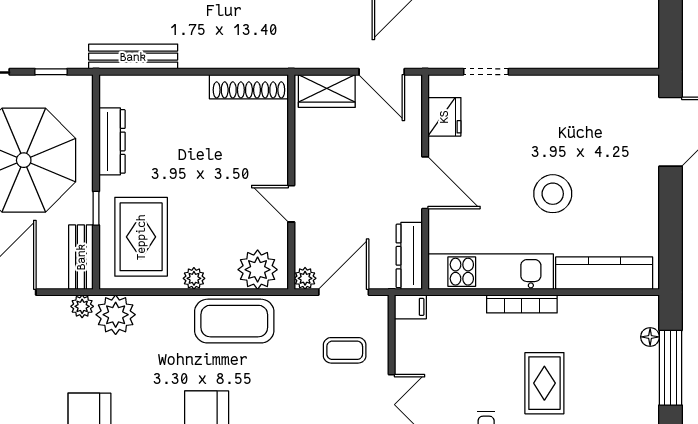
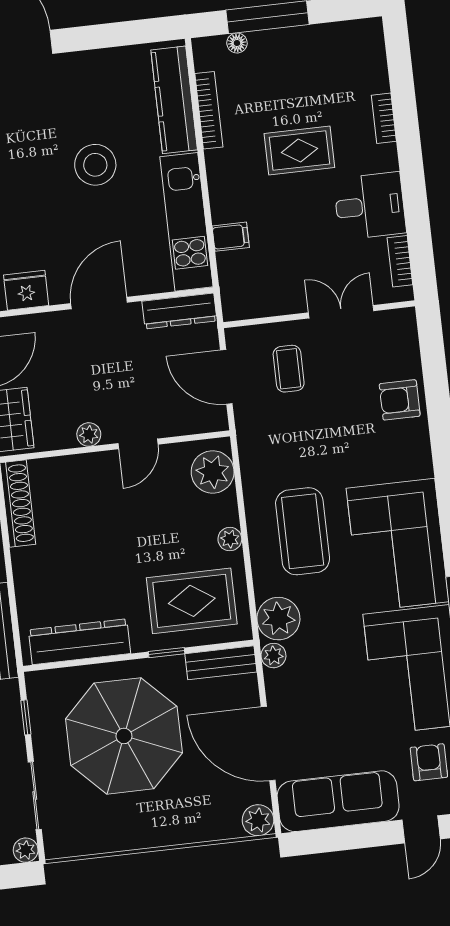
dresser: (112, 141) -> (80, 642), width x1.37, depth x1.24
plant: (305, 278) -> (89, 434), moved
bookcase: (522, 304) -> (209, 110), moved
filing cabinet: (410, 307) -> (231, 237), moved, turned 90
coffee table: (234, 321) -> (303, 531), moved

